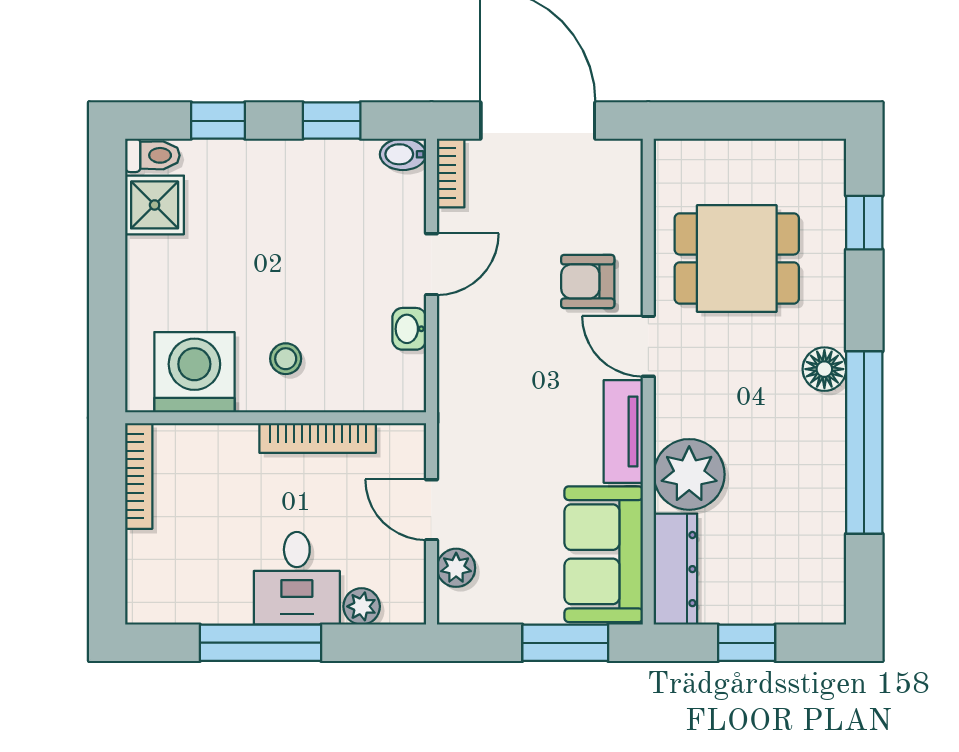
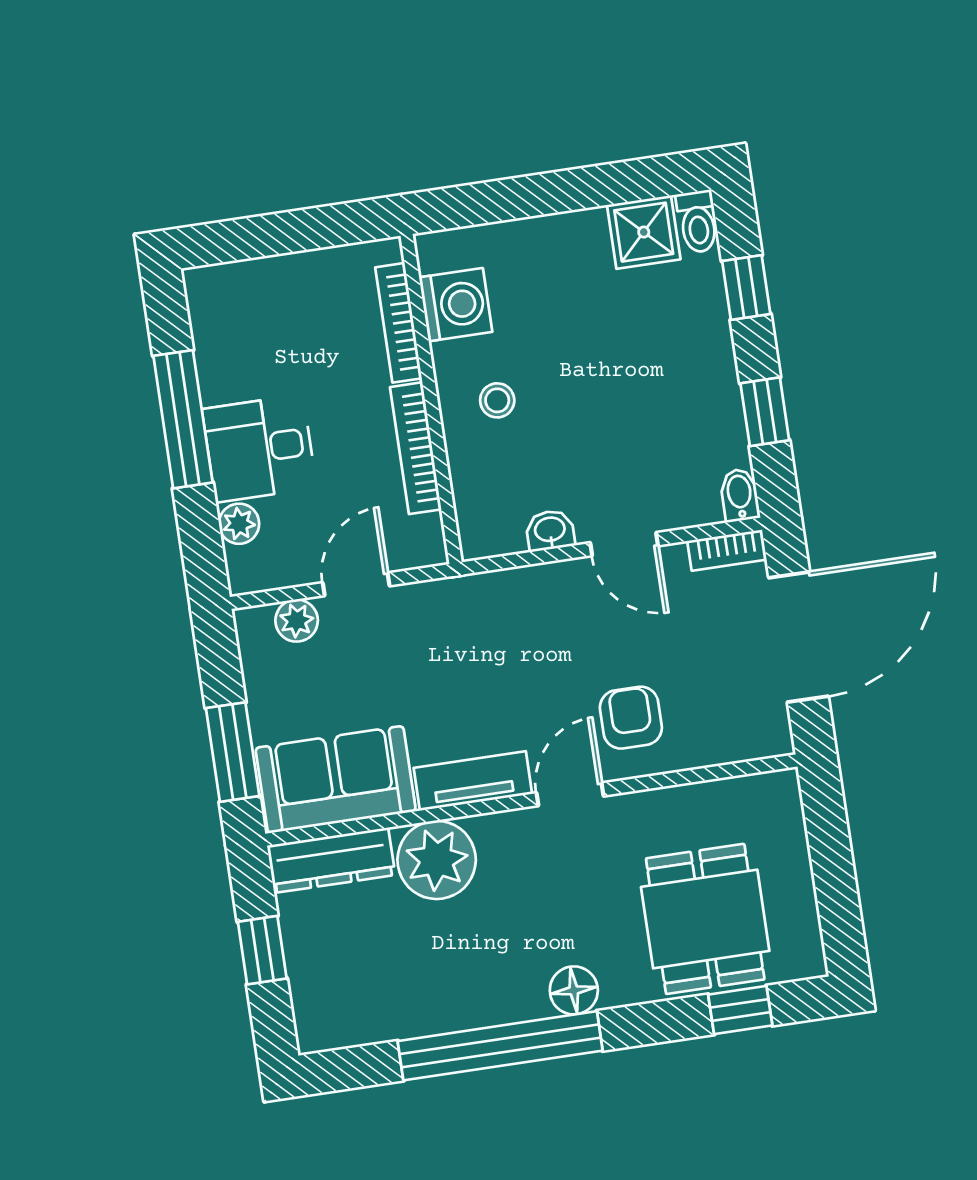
dining table: (737, 258) -> (705, 919), moved
washing machine: (194, 372) -> (456, 305), width x0.73, depth x0.73
bookcase: (139, 476) -> (399, 323), moved, turned 90

